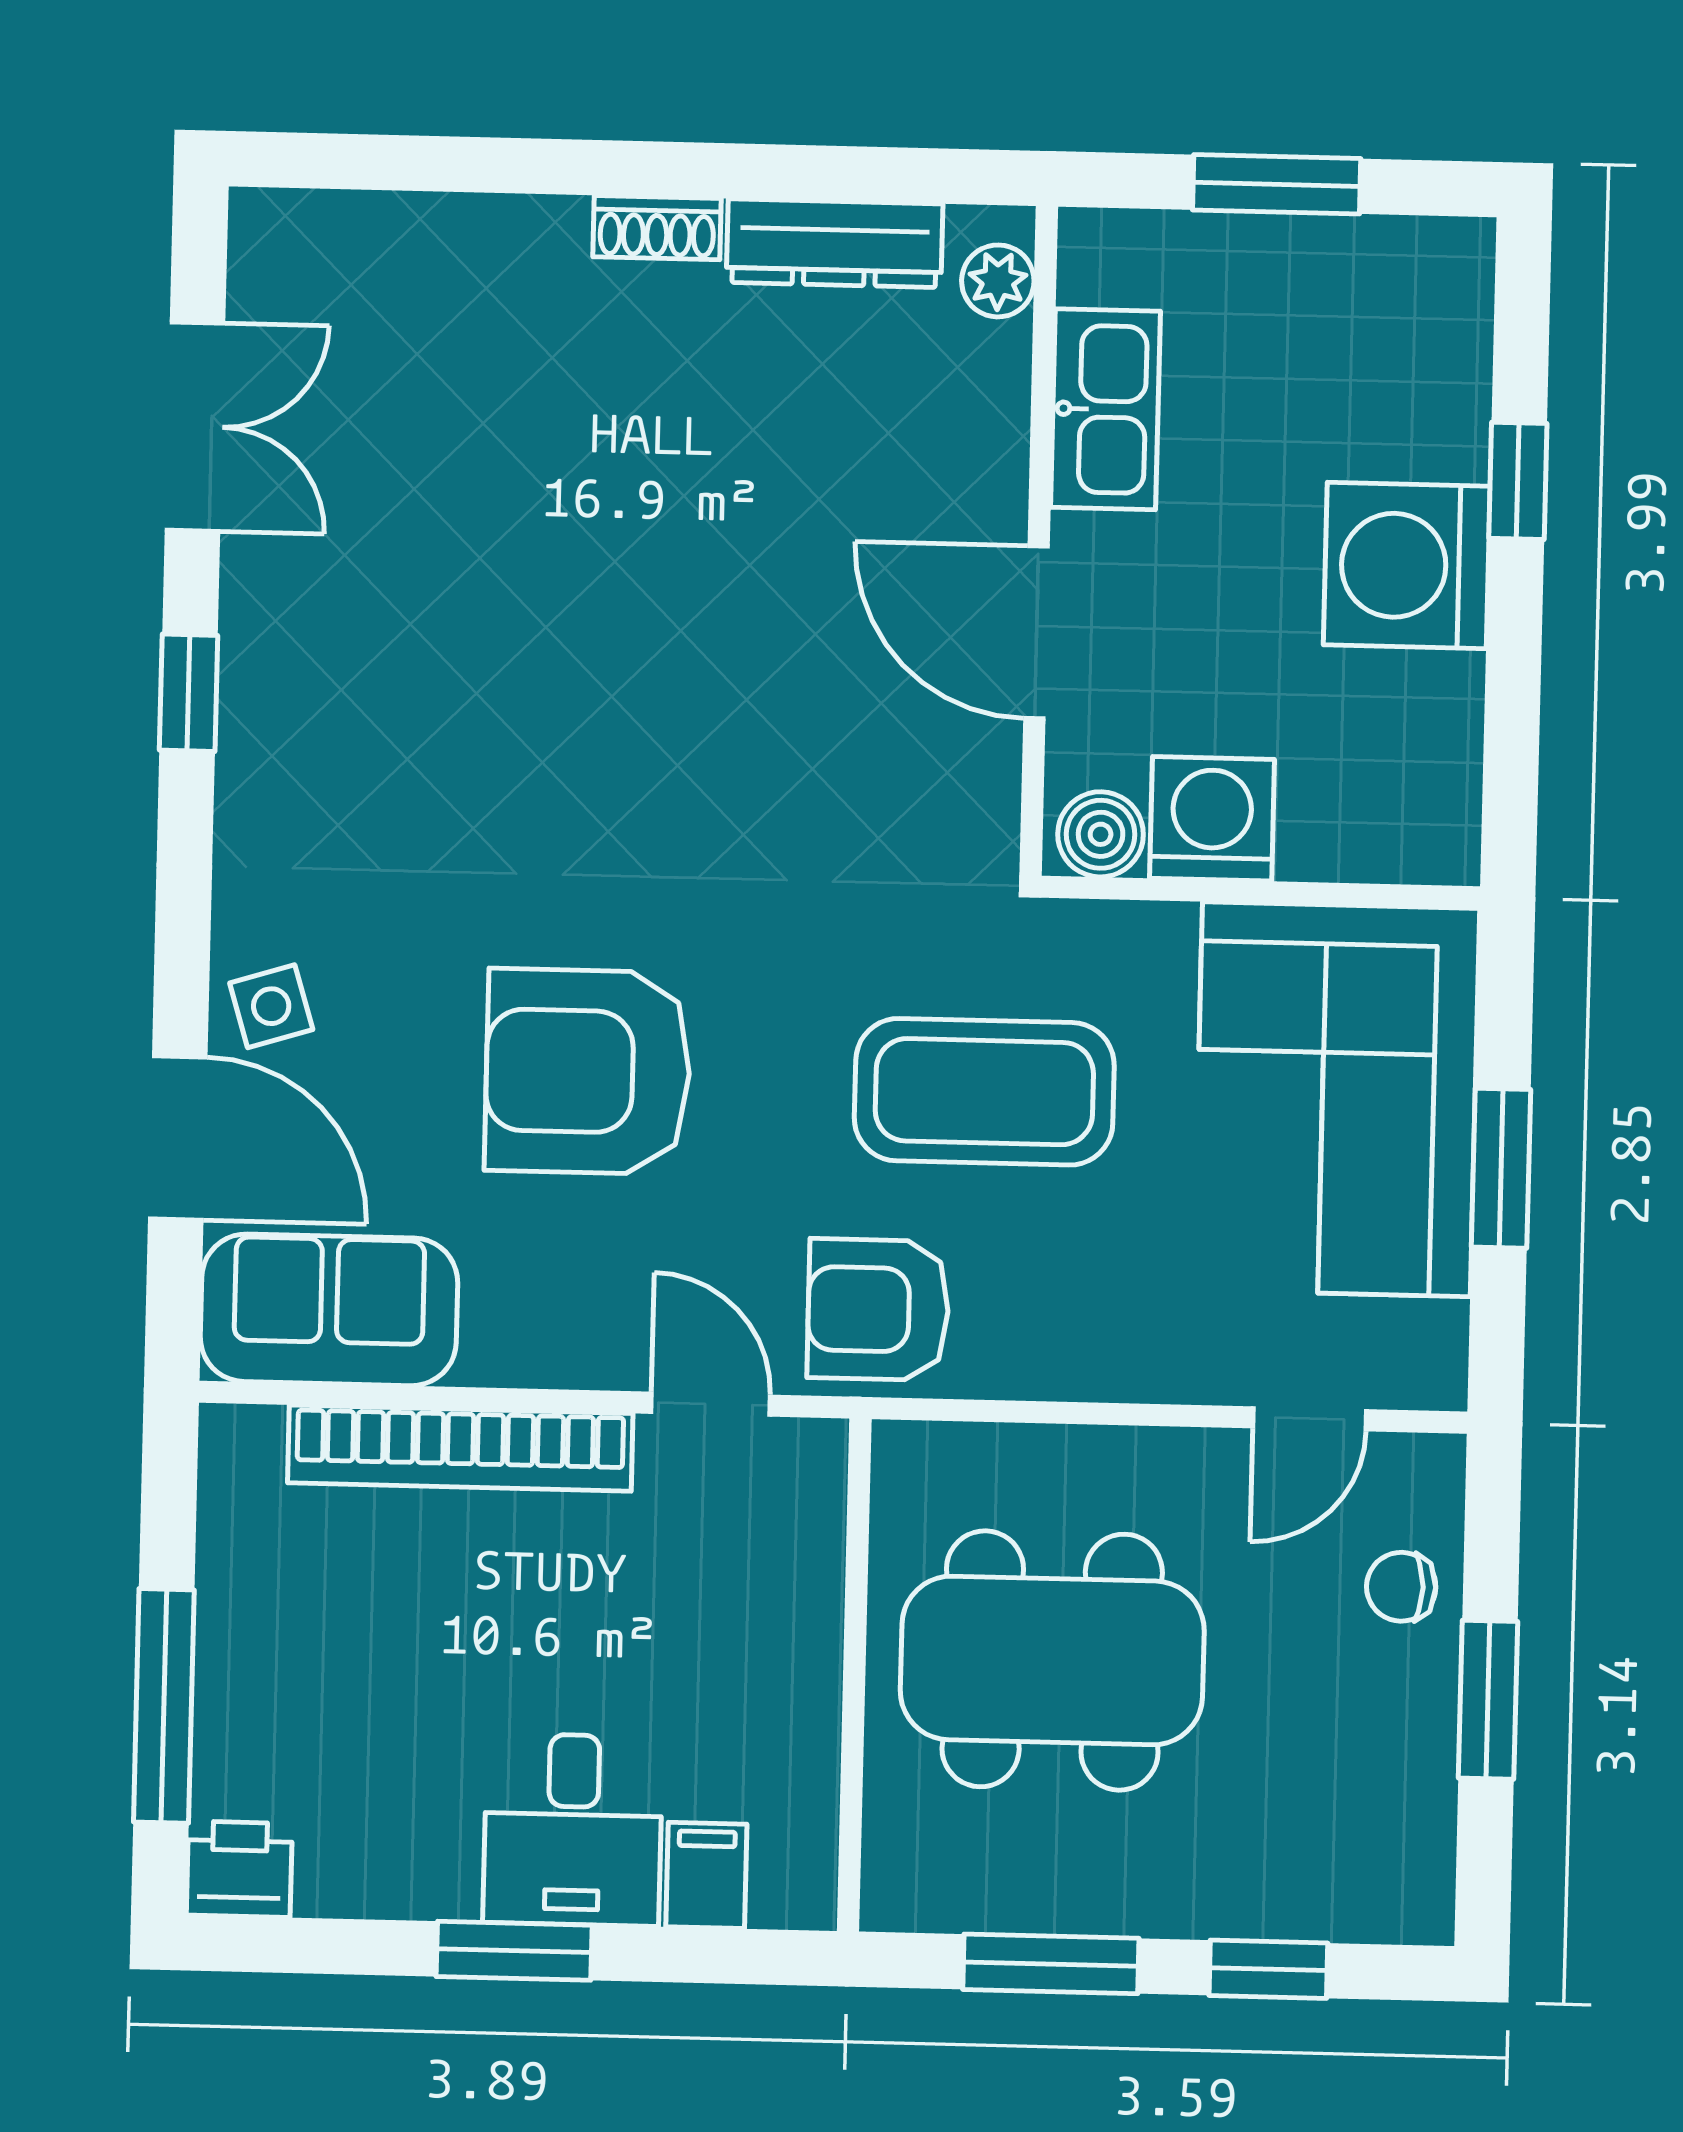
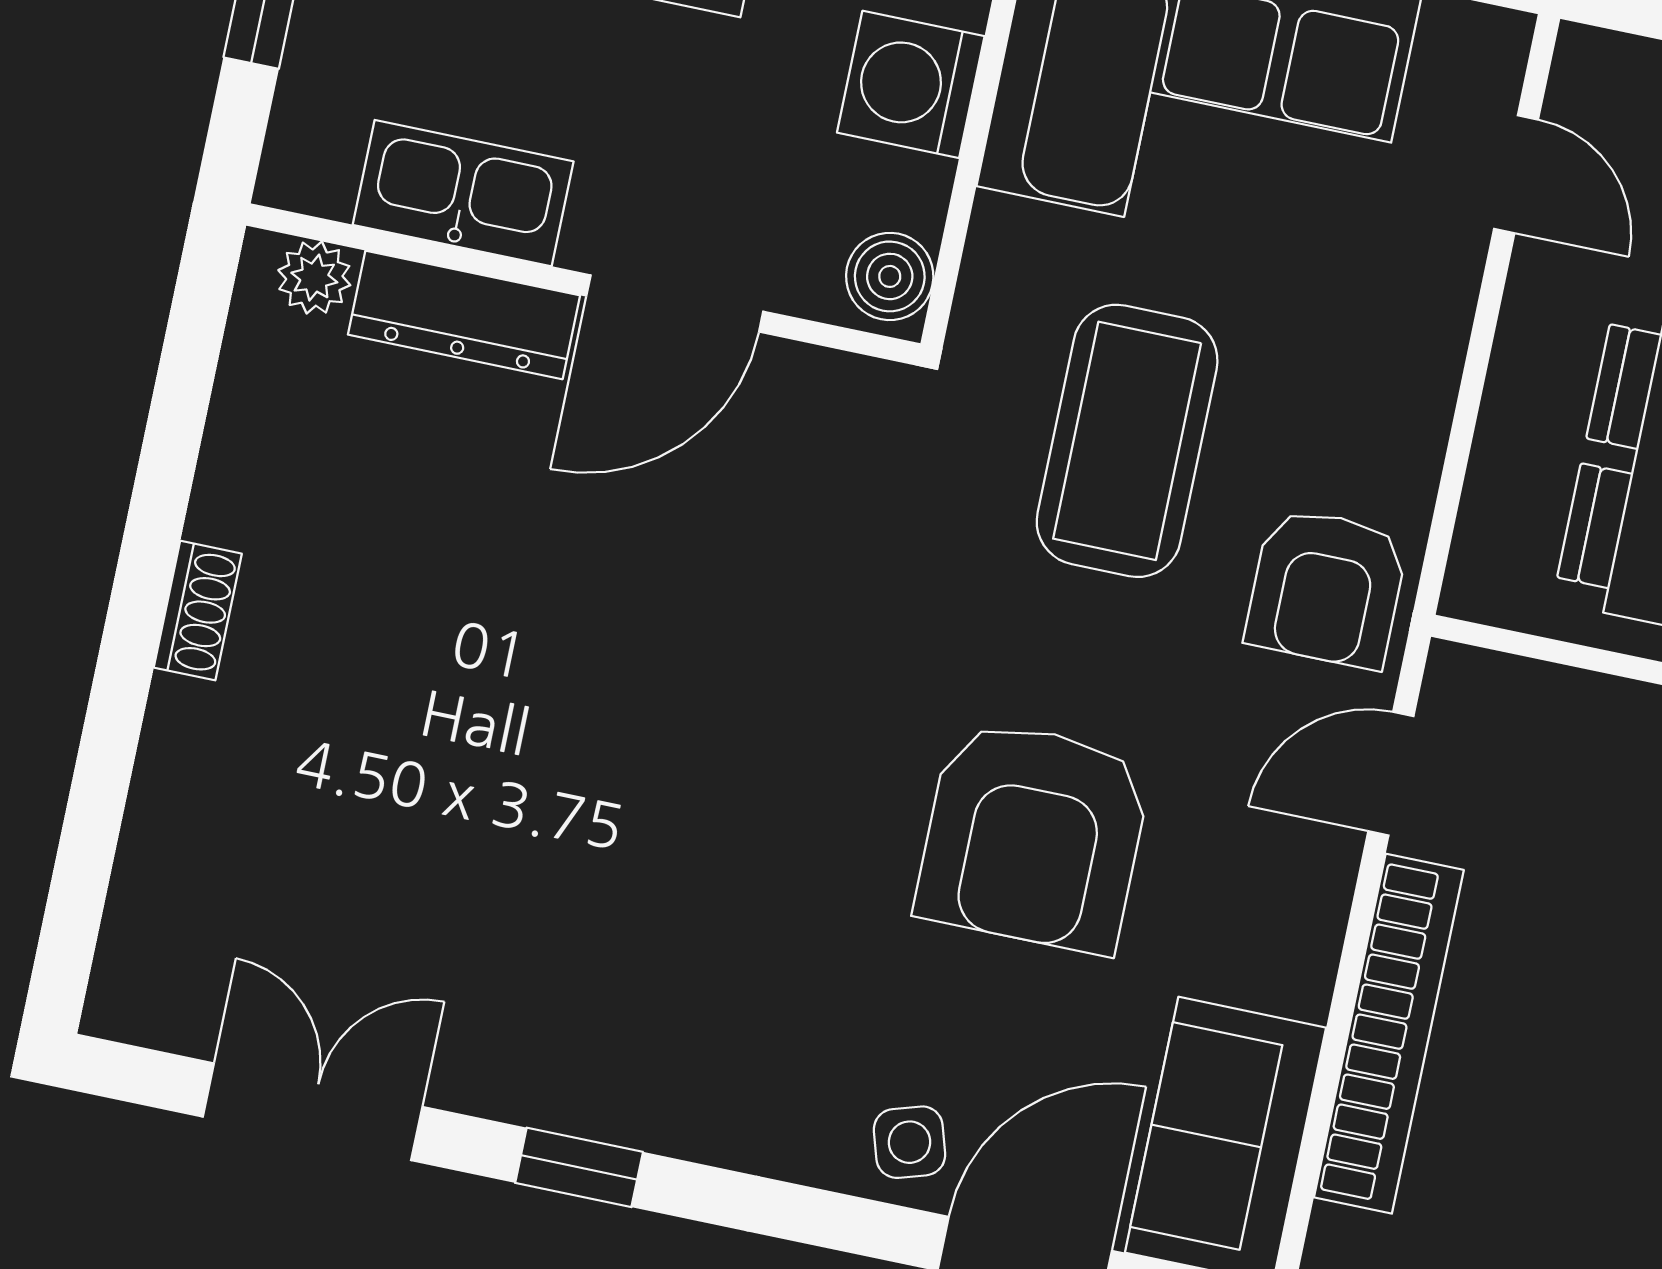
dresser: (835, 243) -> (464, 315), moved, turned 90
washing machine: (1212, 819) -> (911, 84), moved

